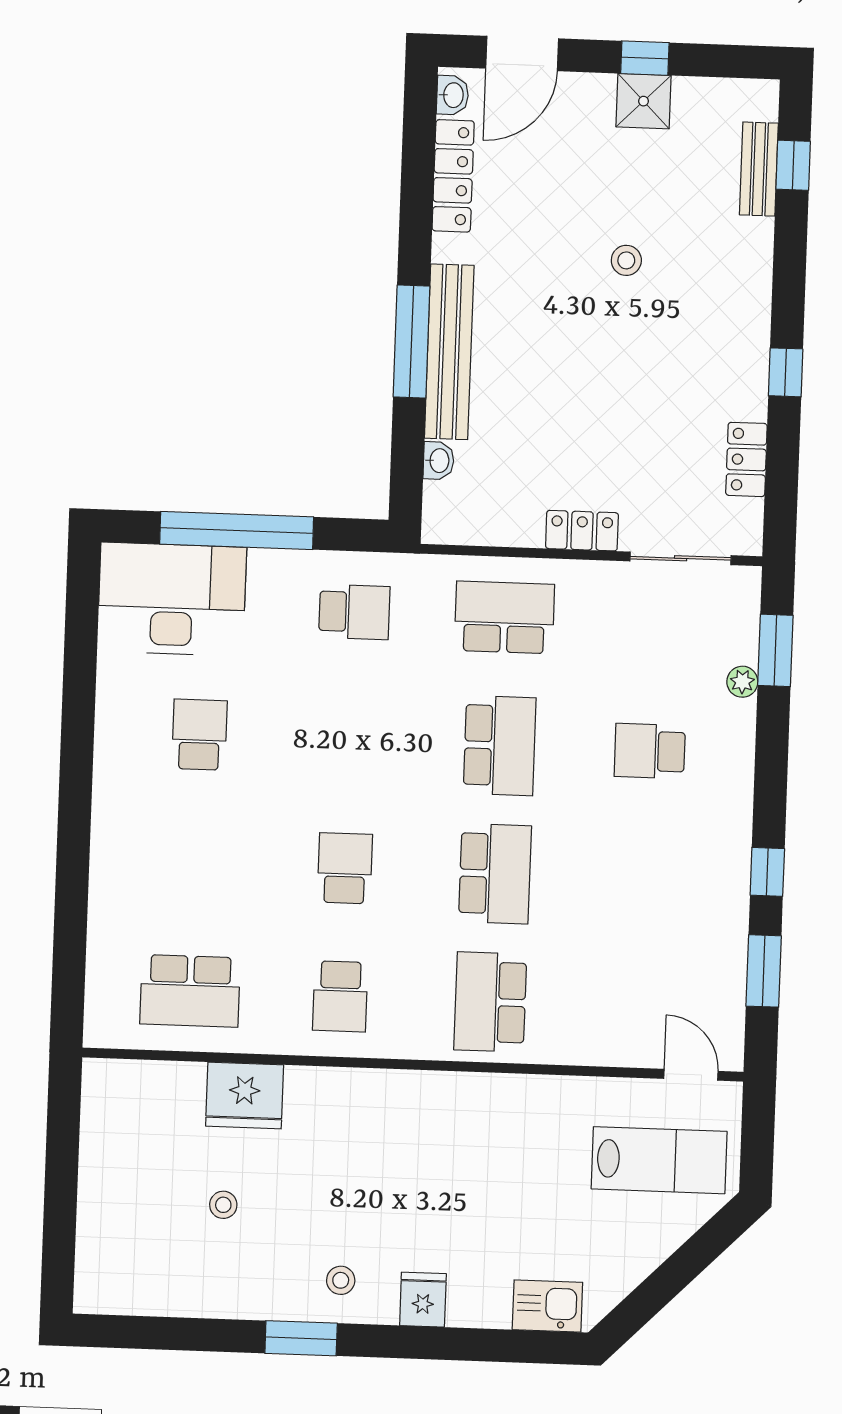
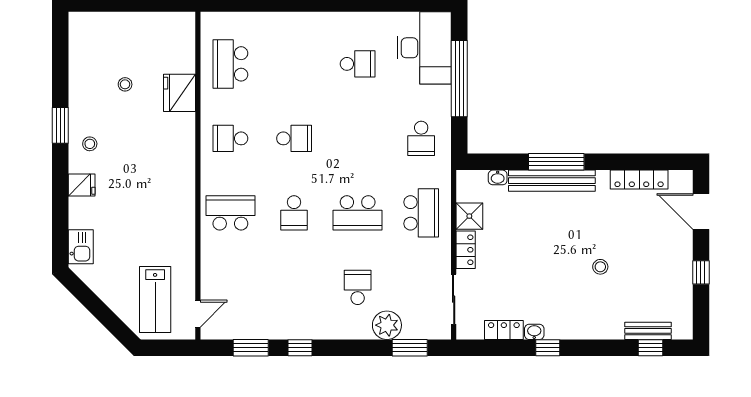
washbasin: (453, 95) -> (534, 332), moved, turned 180
shower: (644, 101) -> (469, 216), moved
plant: (742, 682) -> (387, 325), width x1.88, depth x1.88
school desk: (495, 874) -> (294, 213), width x0.54

